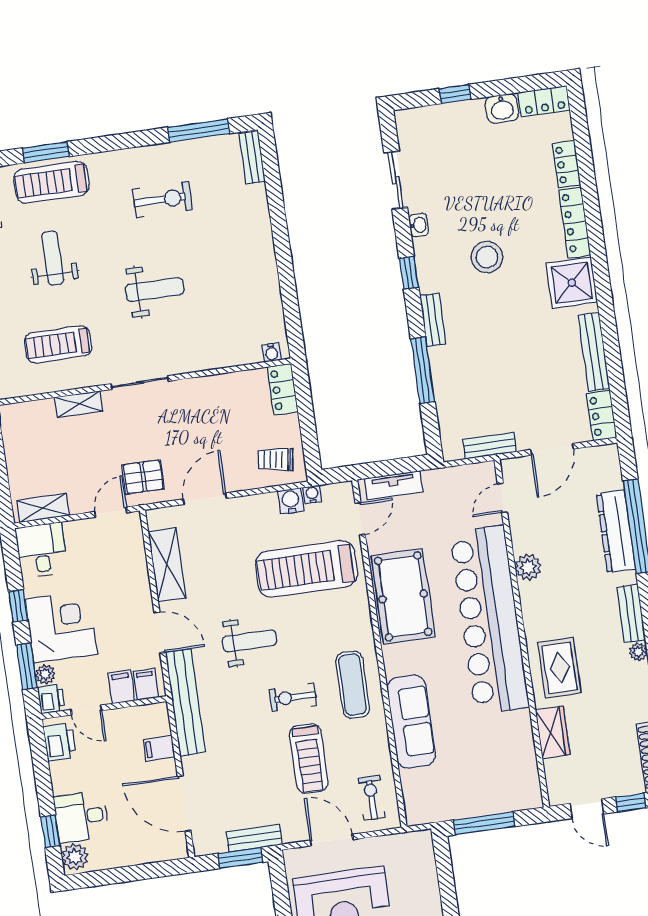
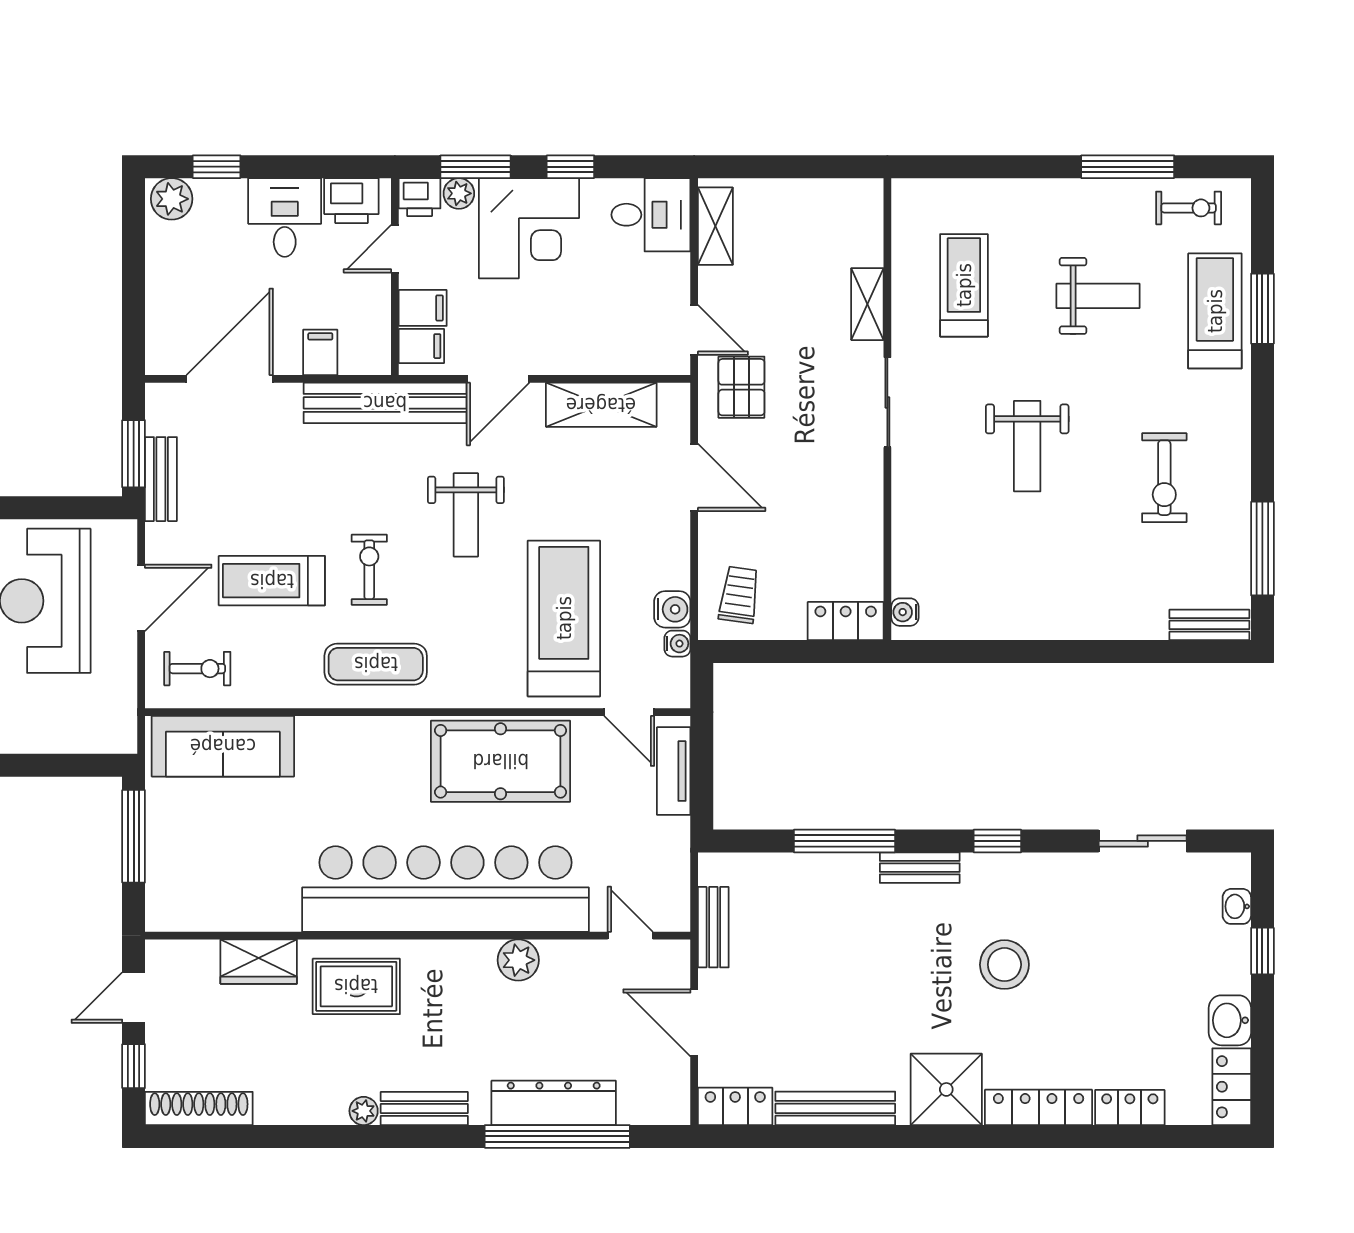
washbasin: (419, 225) -> (1237, 906), moved, turned 90
sofa: (411, 722) -> (223, 746), moved
desk: (81, 817) -> (285, 217), moved

